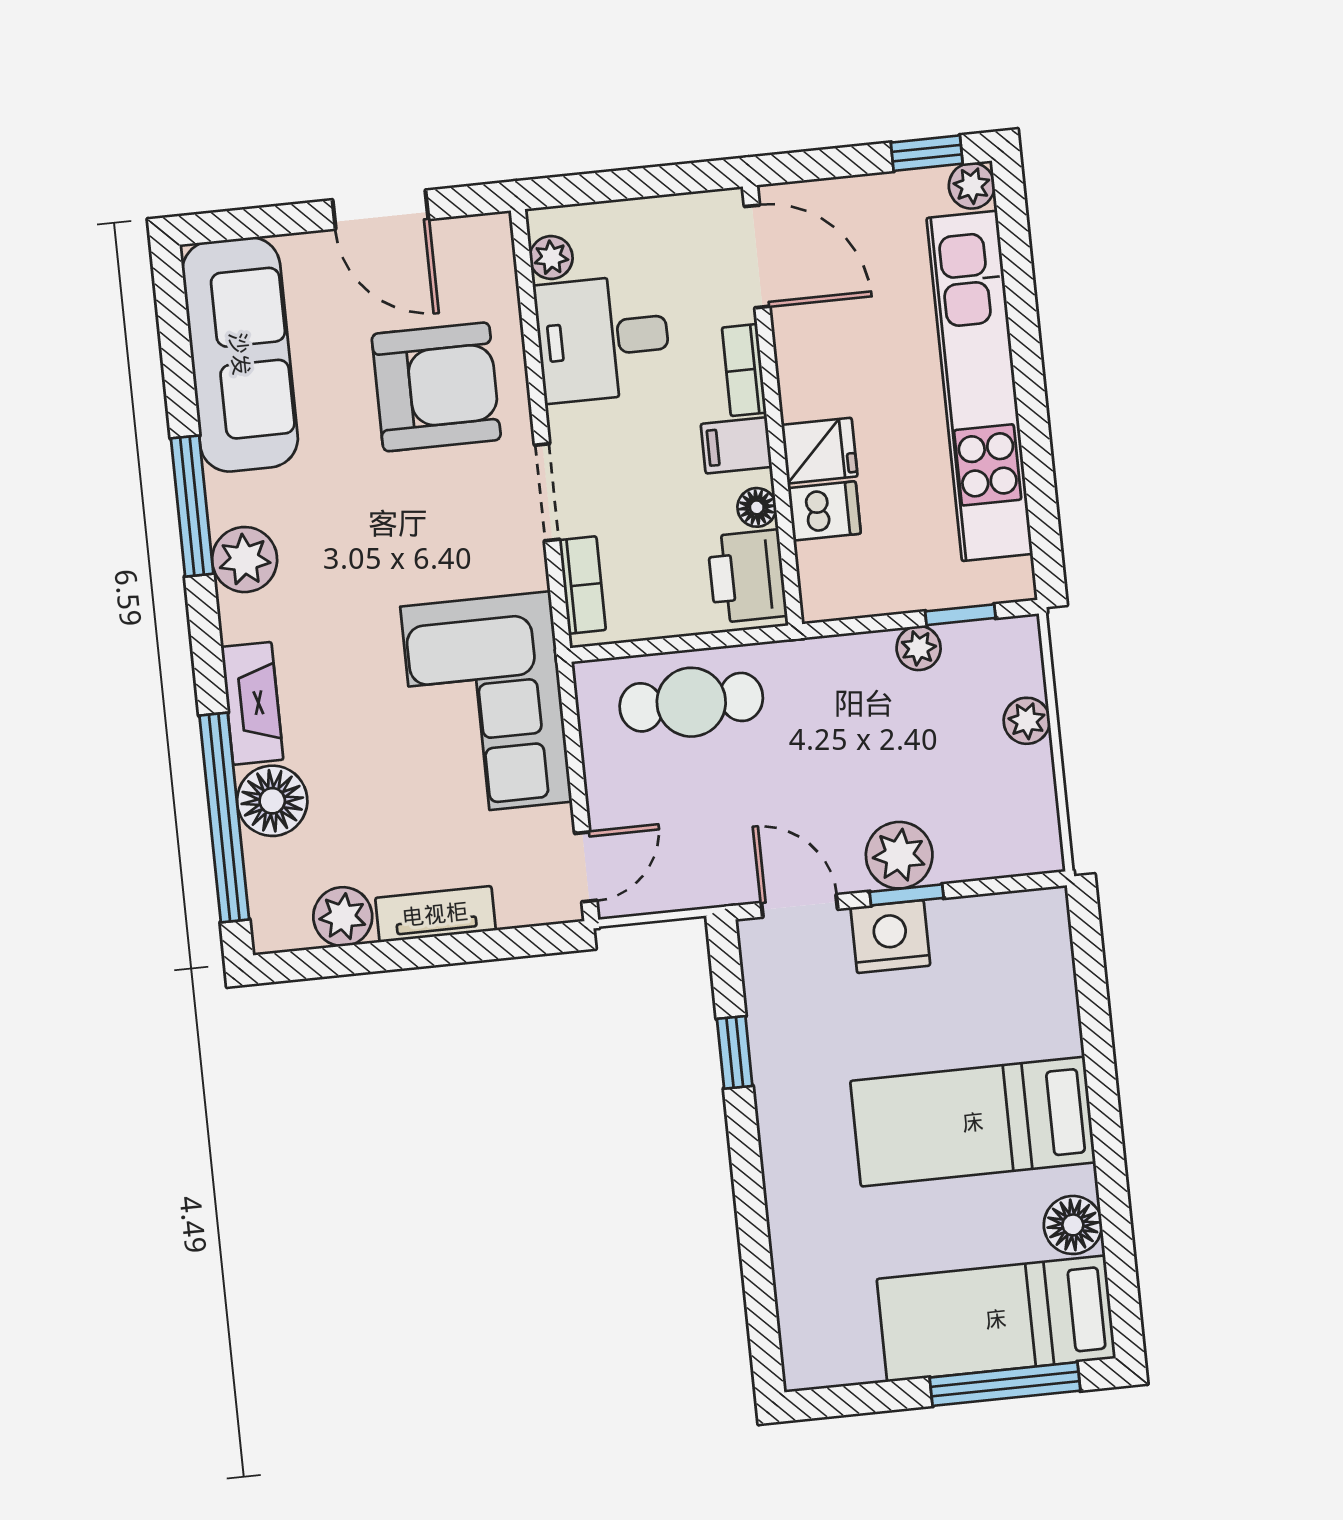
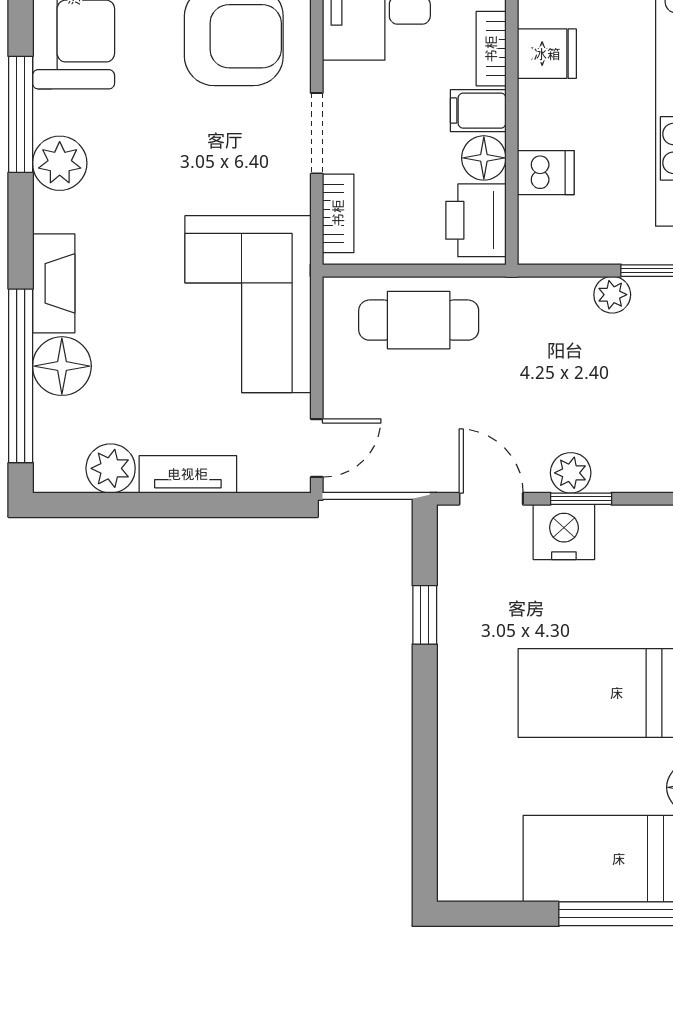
fridge: (820, 451) -> (547, 54), moved
floor lamp: (757, 507) -> (484, 158), width x1.37, depth x1.37
plant: (899, 855) -> (571, 473), width x0.73, depth x0.73

